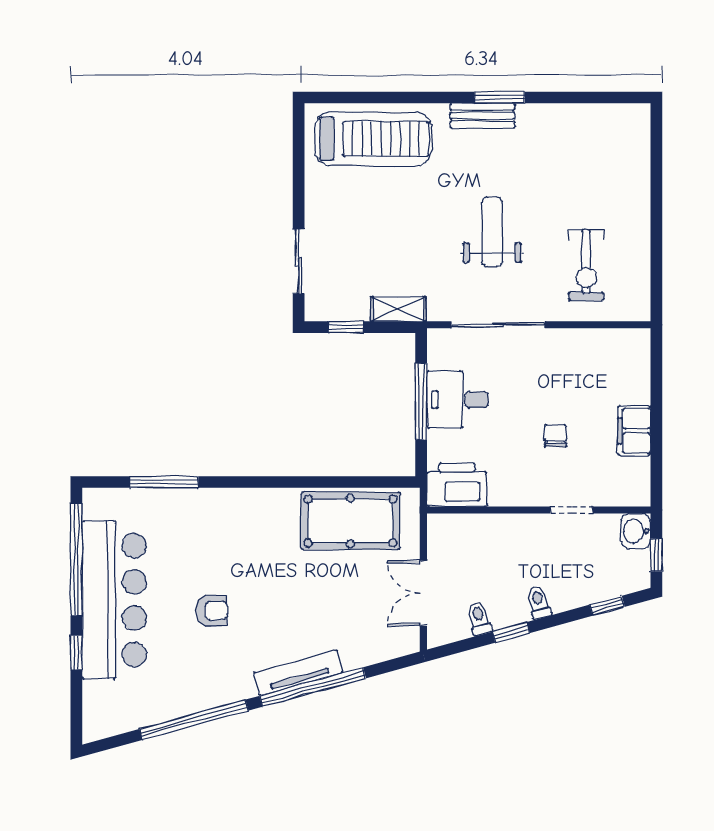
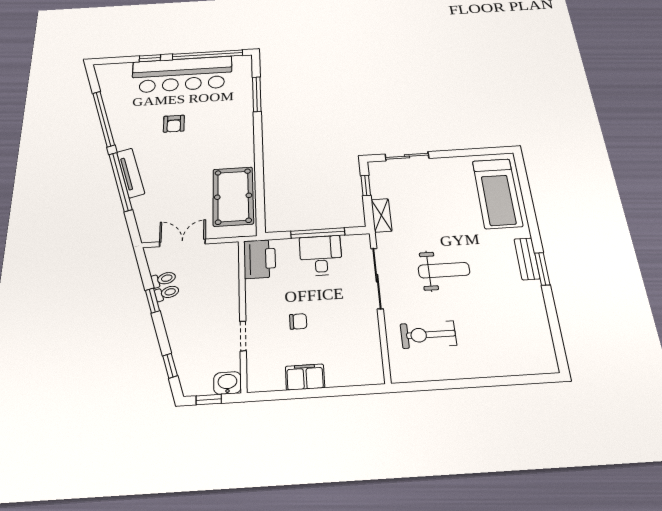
toilet: (539, 602) -> (167, 293), moved

